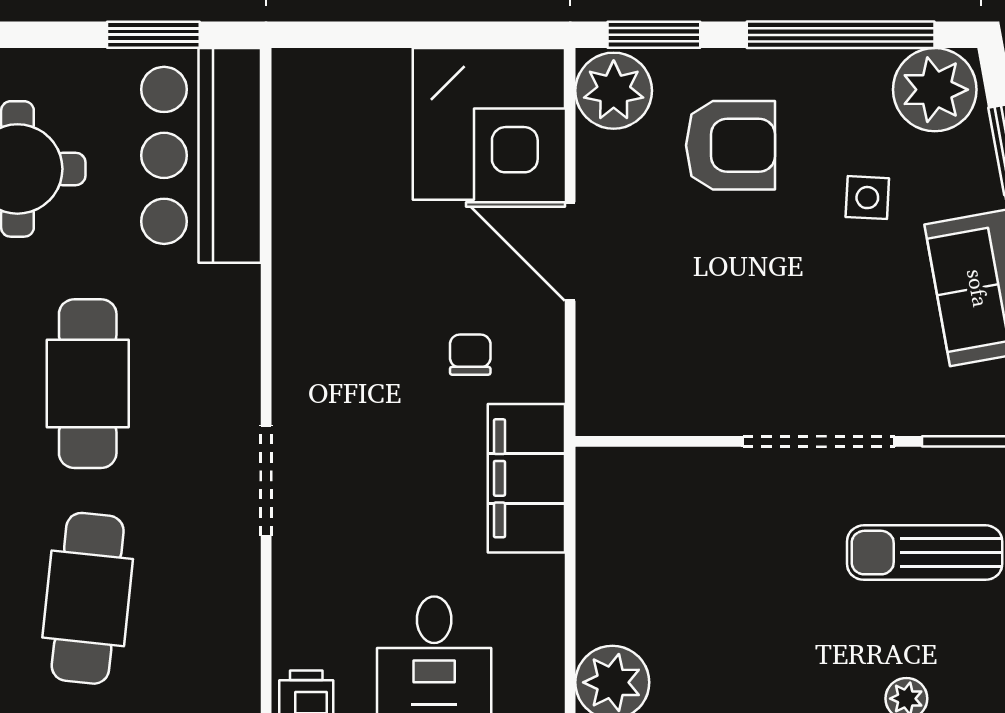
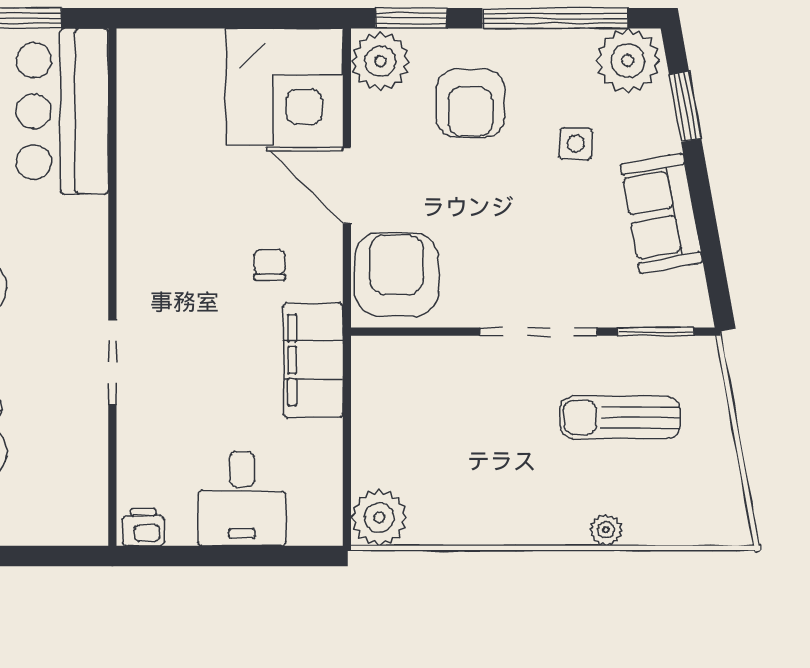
armchair: (731, 145) -> (470, 103), turned 90
armchair: (634, 367) -> (396, 275), added

